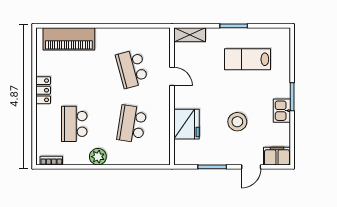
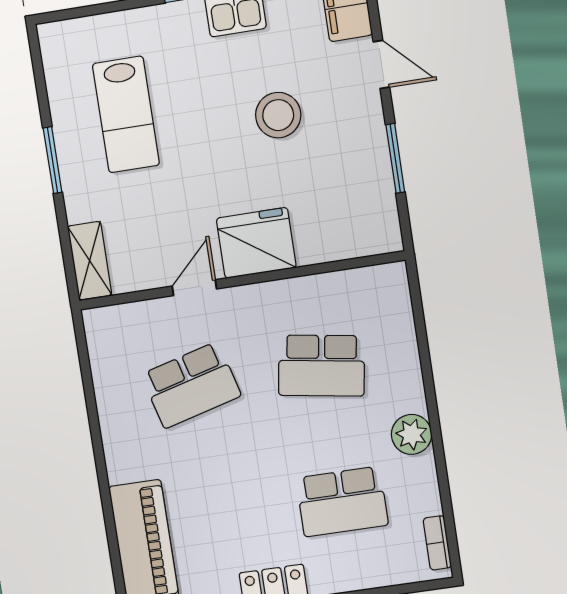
fridge: (186, 124) -> (256, 243), moved

